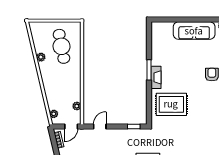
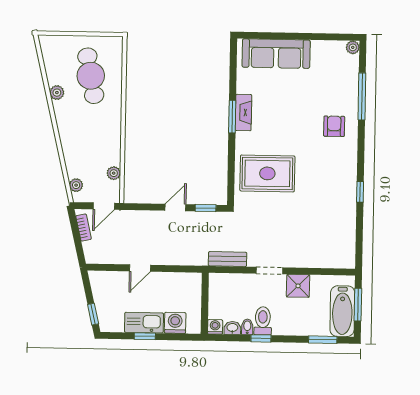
sofa: (194, 31) -> (276, 54), moved
fireplace: (156, 77) -> (243, 113), moved
door: (100, 126) -> (175, 207), moved

